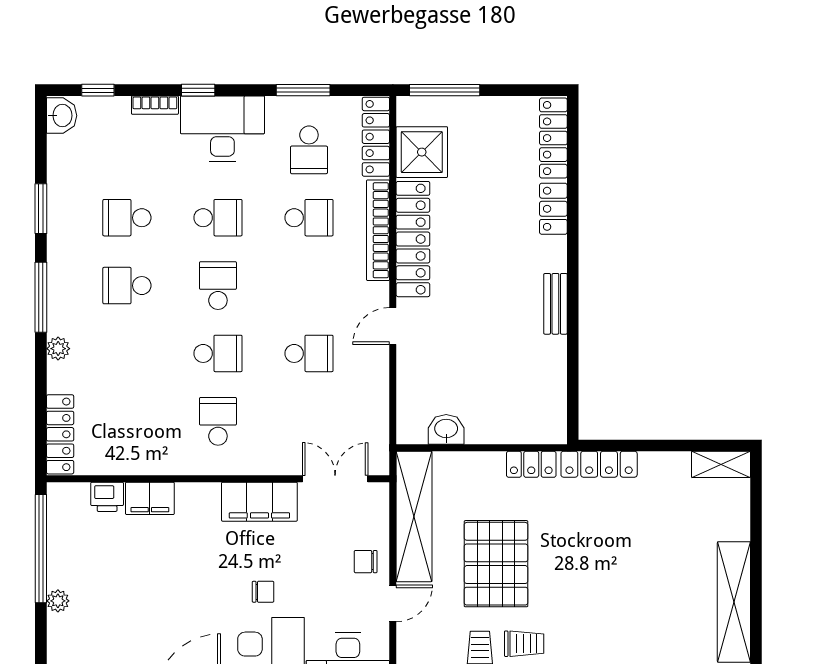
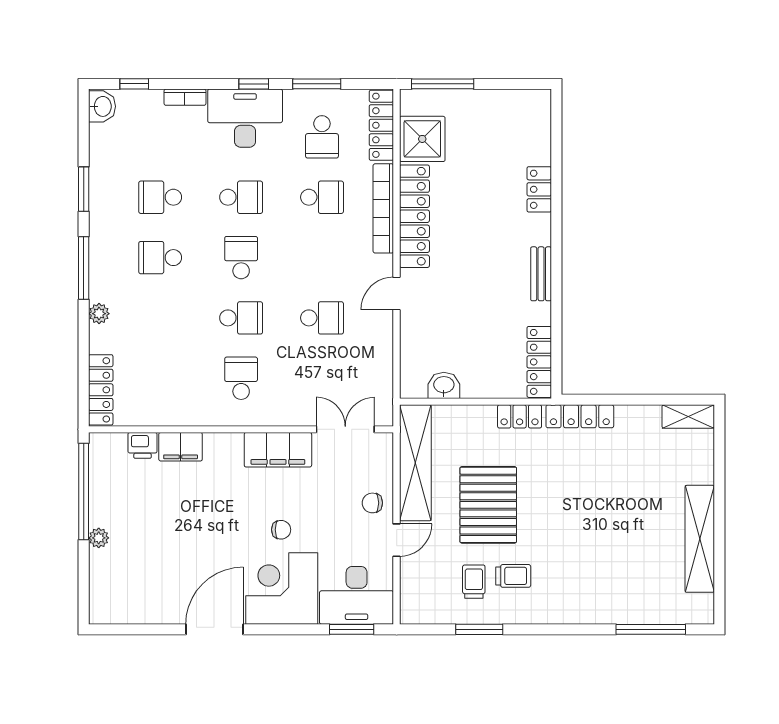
window: (198, 90) -> (254, 84), moved
locker: (553, 138) -> (539, 362), moved

